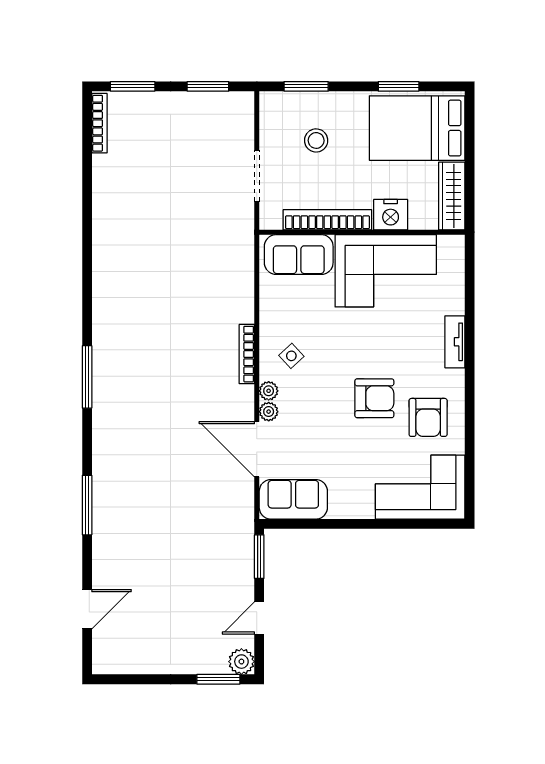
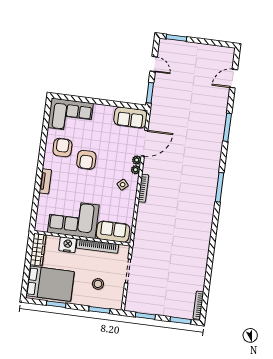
armchair: (374, 398) -> (86, 160), turned -90
door: (257, 449) -> (144, 143), hinge flipped
door: (259, 618) -> (154, 64), hinge flipped
plant: (241, 662) -> (165, 45), removed

